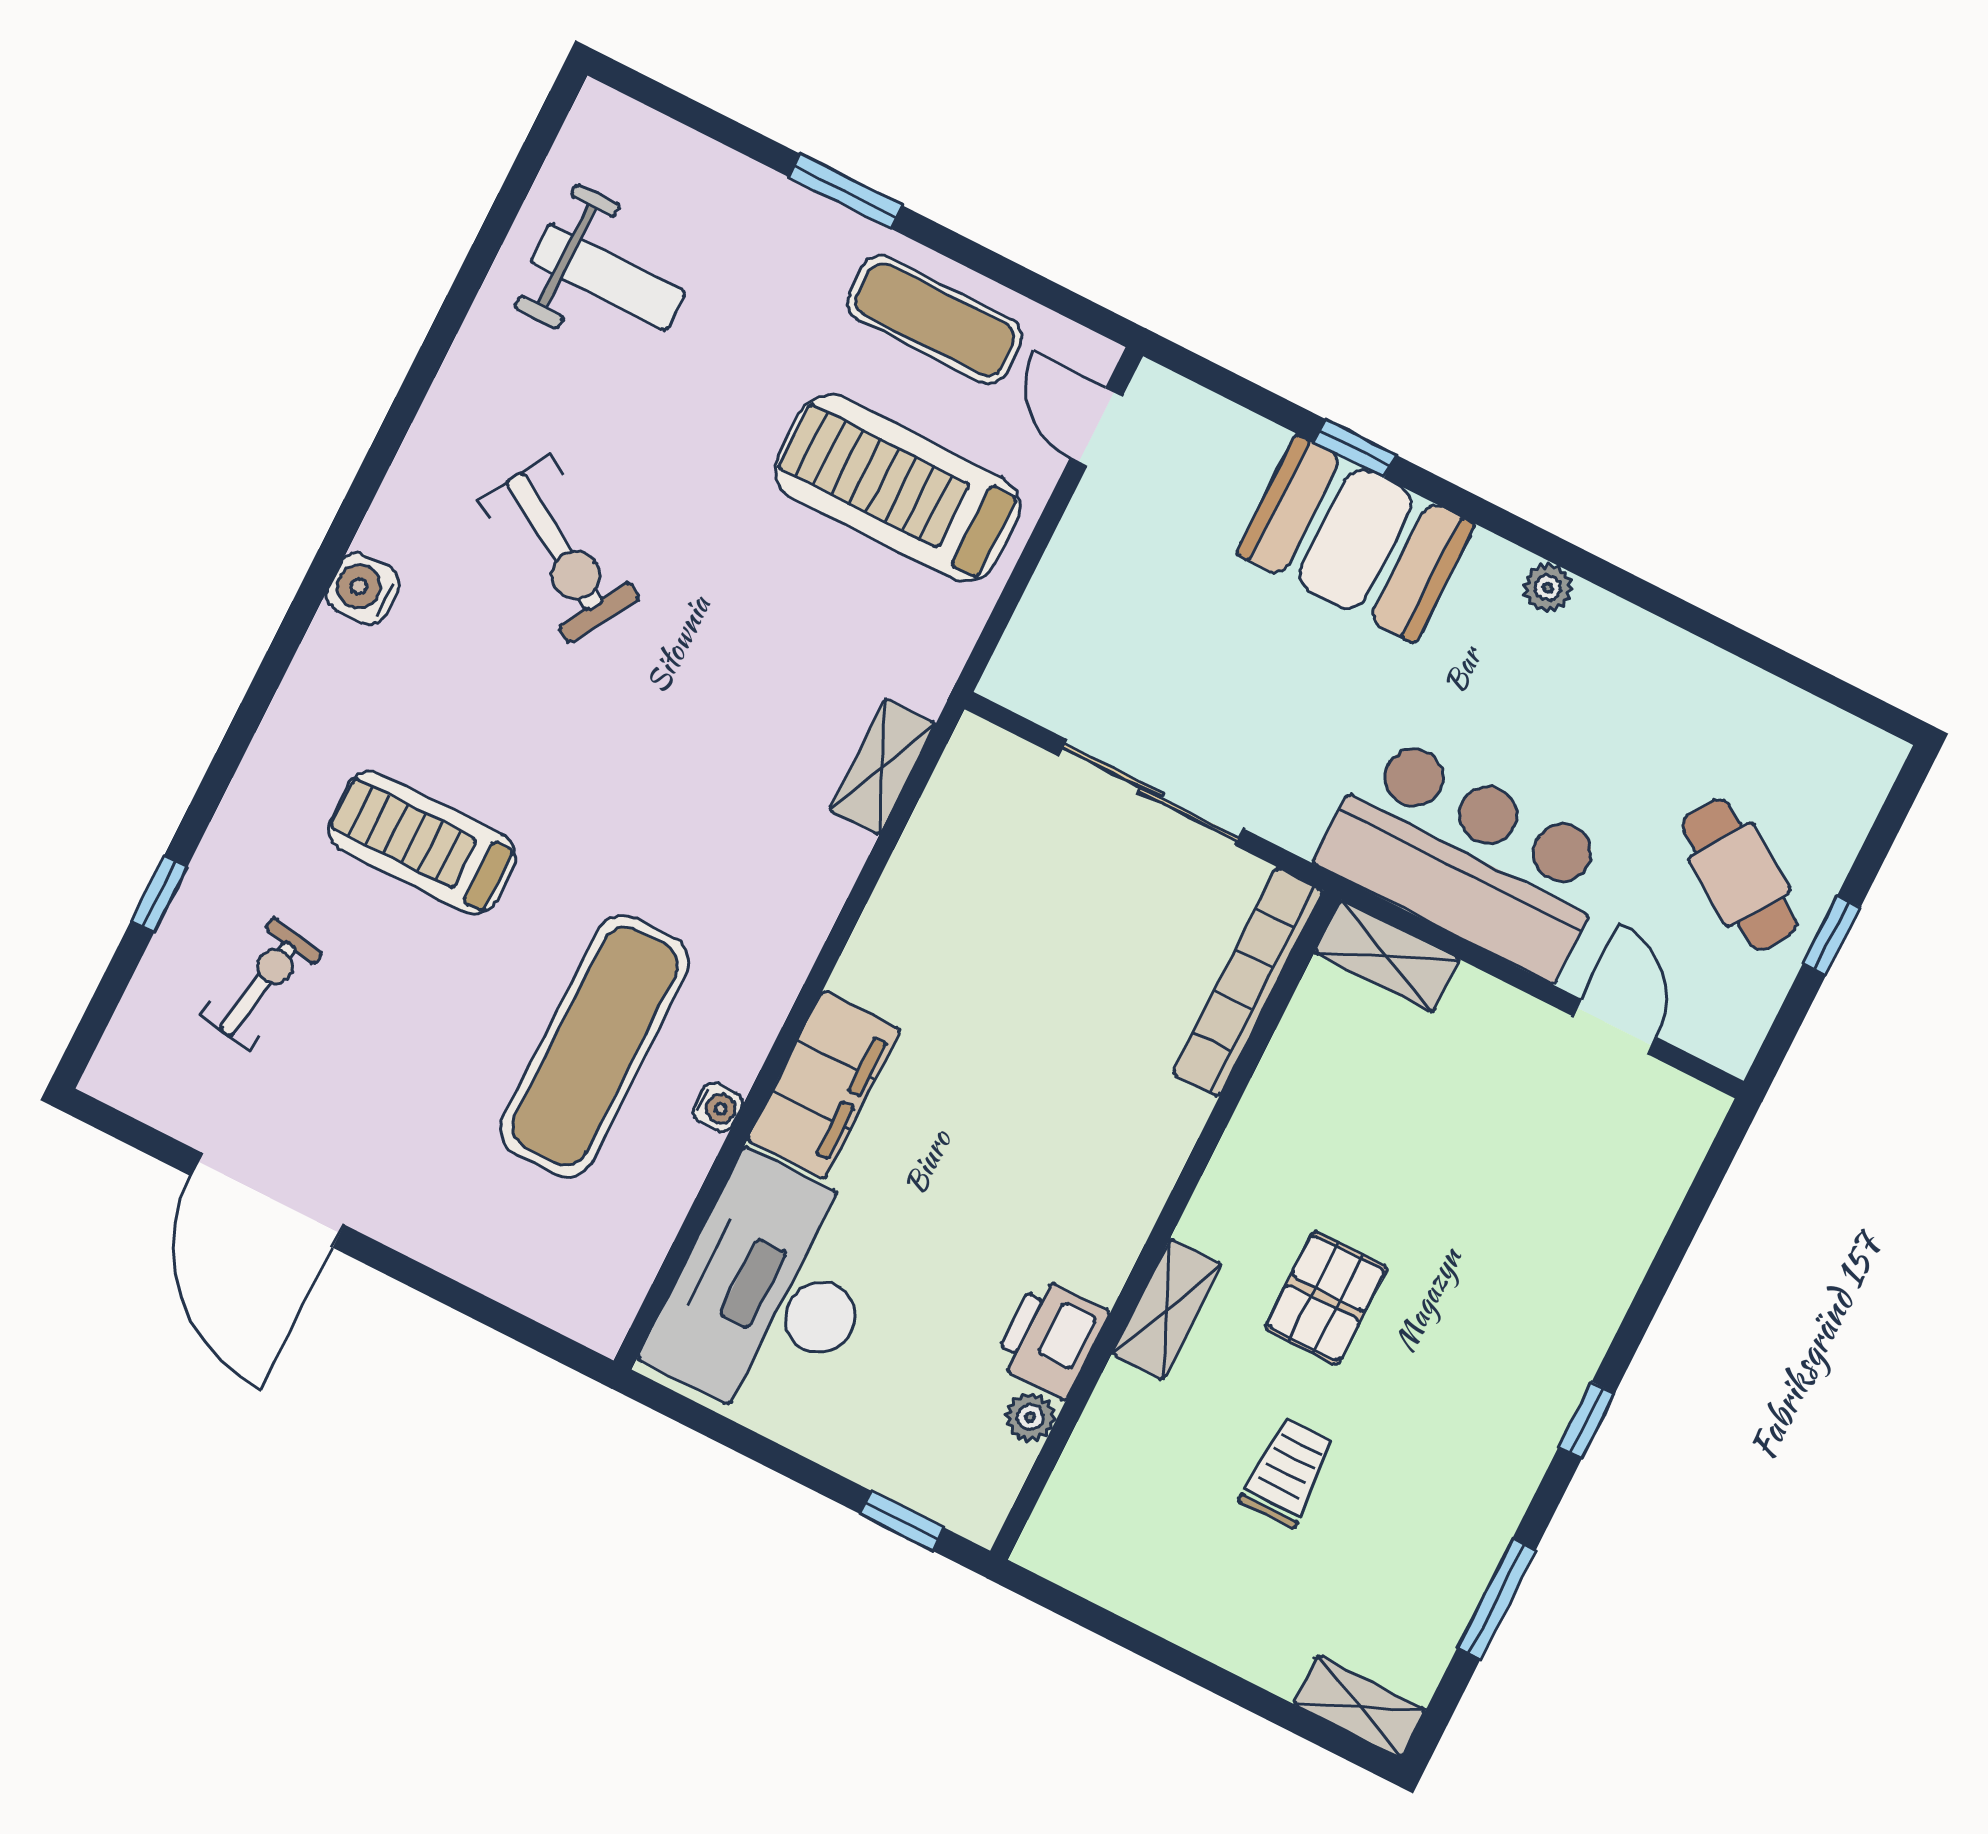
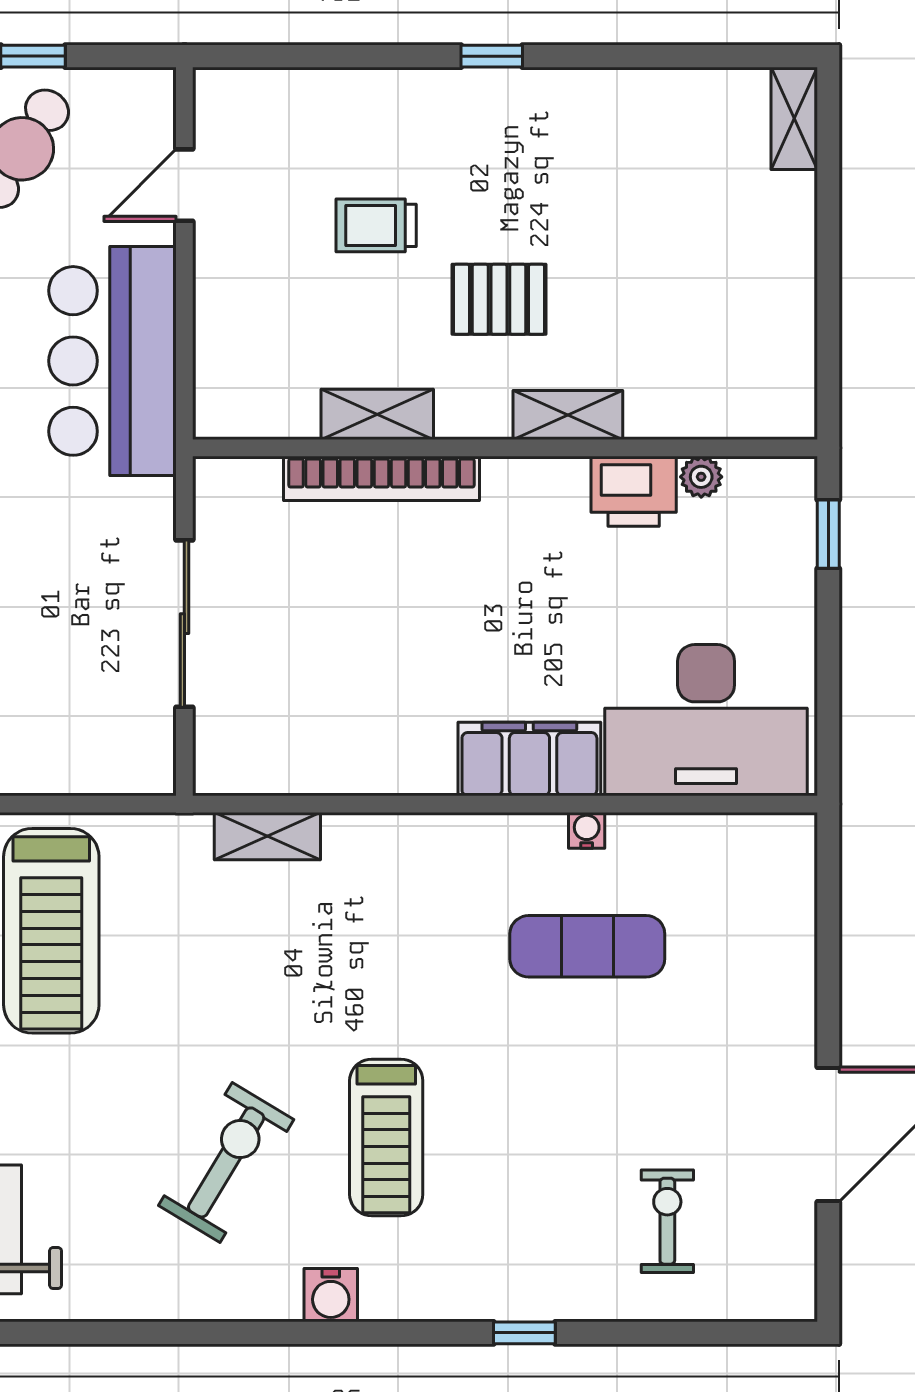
treadmill: (422, 843) -> (386, 1138), moved
window: (159, 894) -> (524, 1333), moved
shelving: (1387, 956) -> (377, 414), moved, turned 90
bookcase: (1248, 982) -> (381, 478), moved
exercise bike: (262, 984) -> (667, 1221), turned 80
exercise mat: (595, 1046) -> (587, 946), width x0.73, depth x0.69
trolley: (1287, 1472) -> (376, 225), moved
window: (1497, 1599) -> (661, 56), removed

